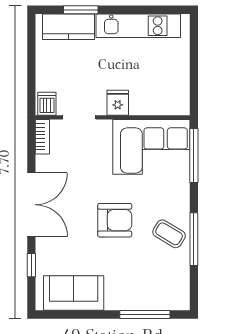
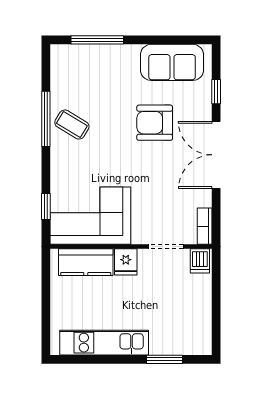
kitchen counter: (69, 27) -> (86, 262), moved, turned 180
window: (194, 156) -> (46, 207), width x0.46
armchair: (115, 220) -> (155, 123), moved

